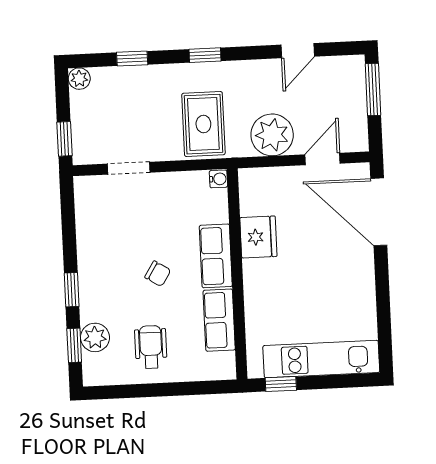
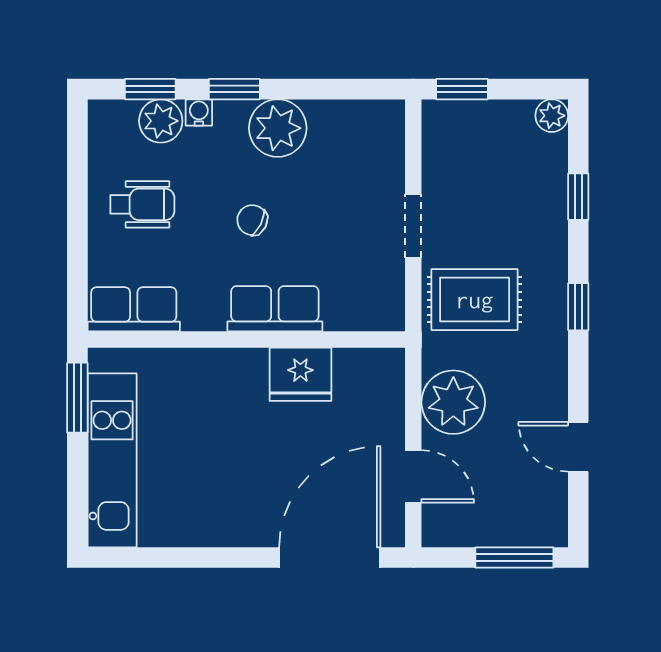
doorway: (129, 168) -> (413, 226), moved
water cooler: (218, 179) -> (199, 112), moved, turned 180
plant: (96, 260) -> (278, 128), added
chair: (158, 274) -> (252, 220), turned 84
row of seats: (219, 320) -> (134, 309), moved
window: (281, 384) -> (77, 398), width x1.50

